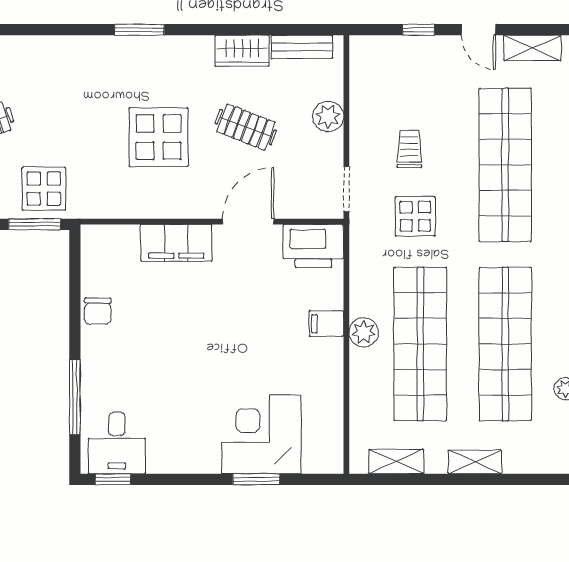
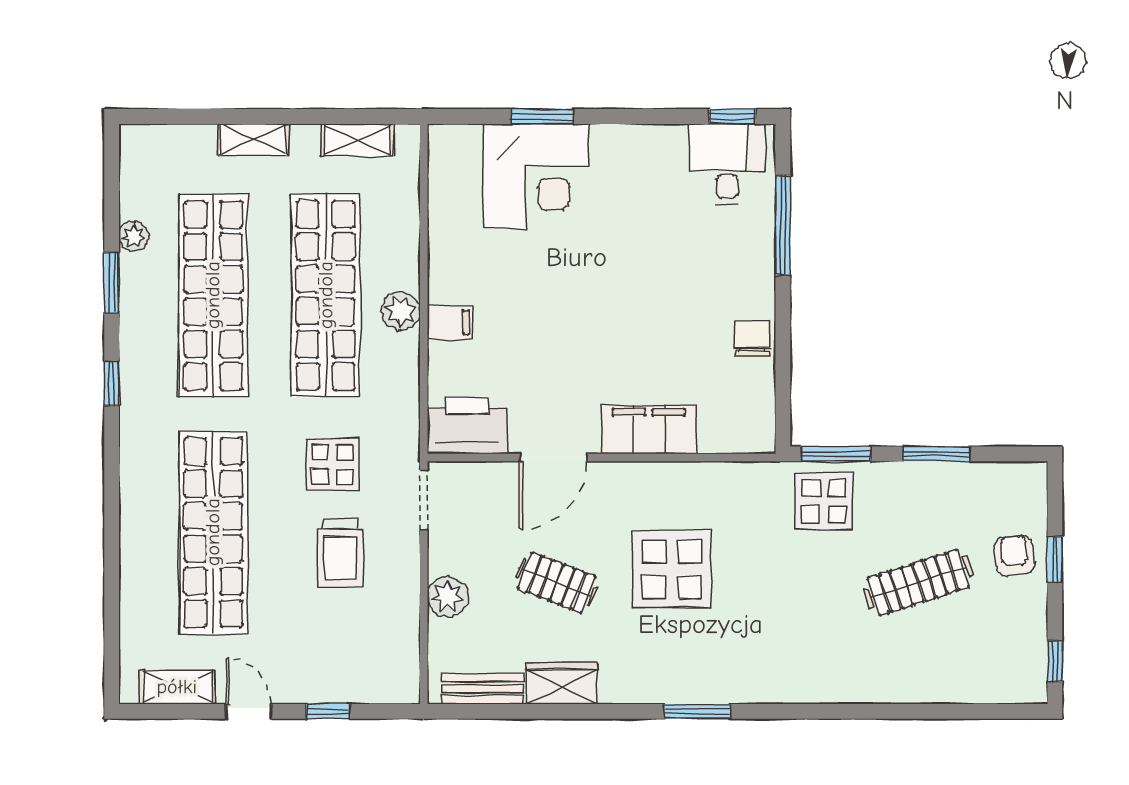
trolley: (409, 149) -> (340, 554), width x1.36, depth x1.39

